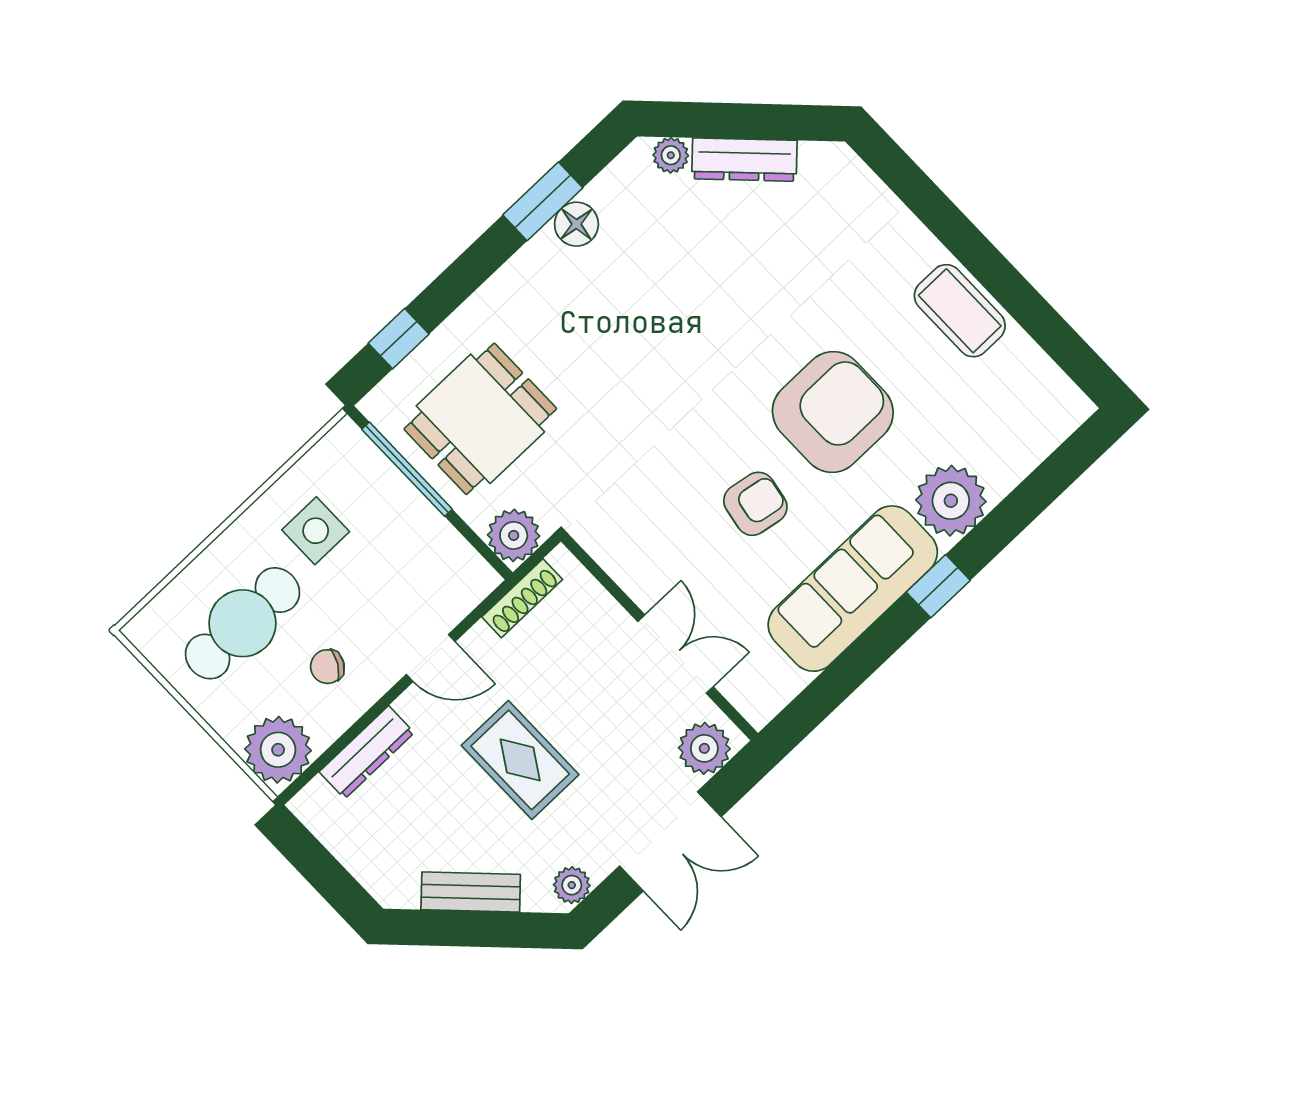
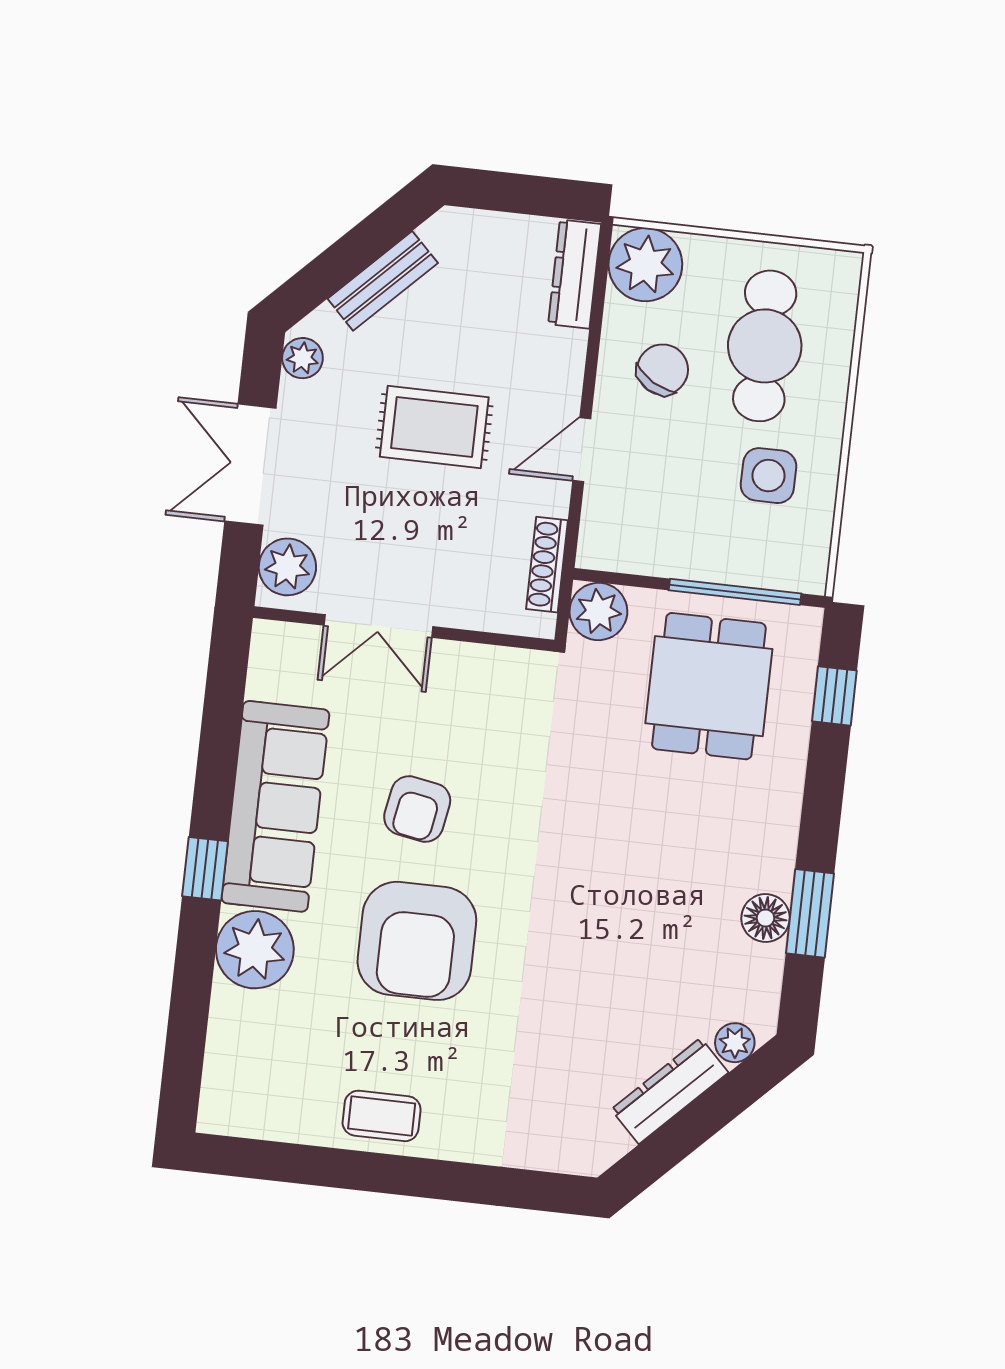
coffee table: (960, 311) -> (382, 1116), width x0.73, depth x0.77
chair: (327, 667) -> (663, 370), width x1.37, depth x1.37
dresser: (367, 752) -> (575, 274), moved

